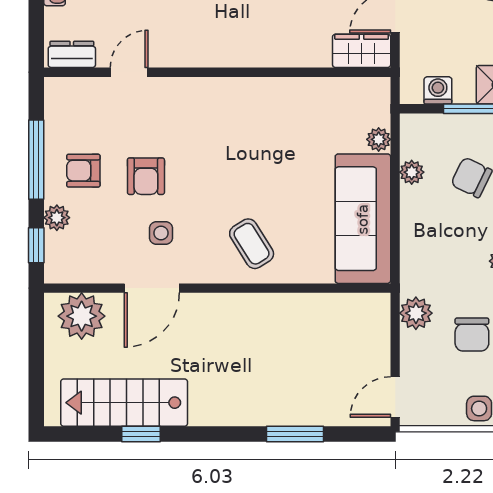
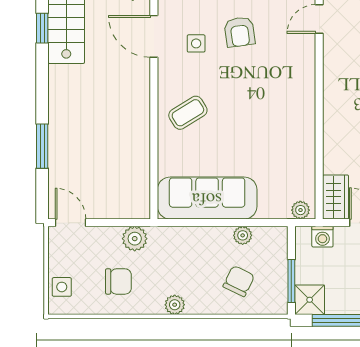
door: (129, 72) -> (319, 19), swing flipped
washing machine: (438, 90) -> (322, 237), moved, turned 90
plant: (379, 139) -> (300, 210), moved
armchair: (146, 176) -> (240, 32), turned -98
chair: (472, 335) -> (118, 281), turned 180

